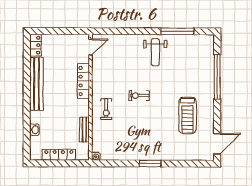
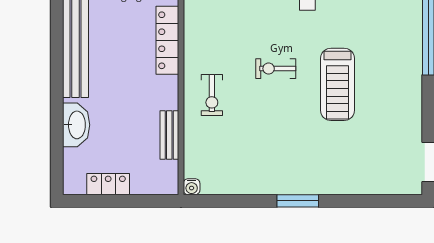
treadmill: (187, 115) -> (338, 84), moved
washbasin: (35, 130) -> (76, 125), width x1.91, depth x1.45
locker: (59, 155) -> (108, 184), width x0.66

